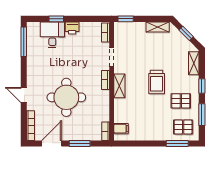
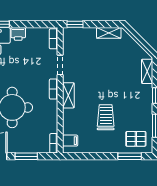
window: (186, 33) -> (139, 40), removed
trolley: (157, 82) -> (106, 117), moved, turned 180
pallet: (181, 101) -> (133, 111), removed

